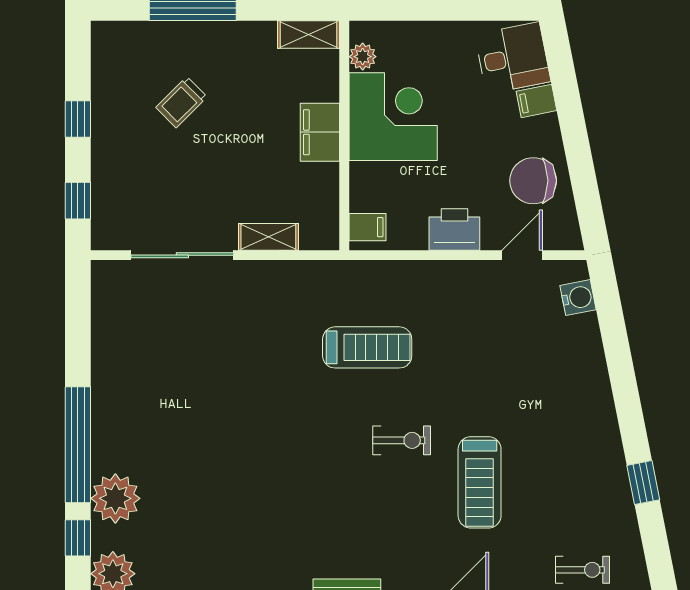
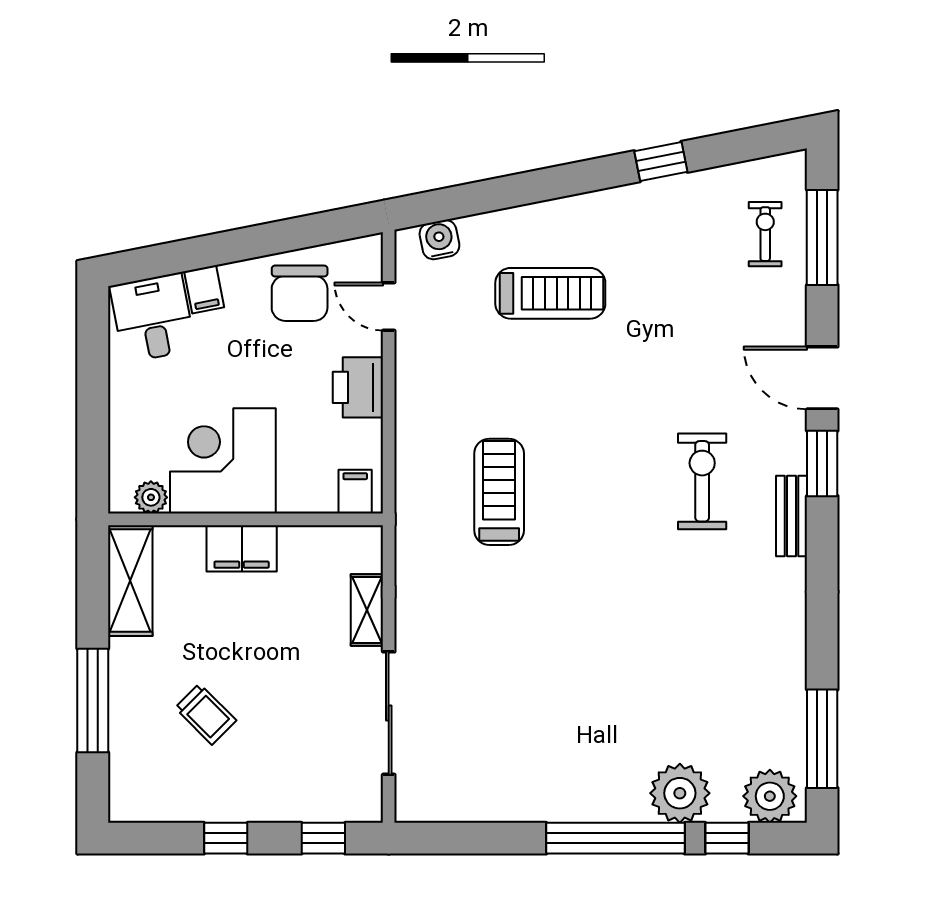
shelving: (309, 35) -> (130, 581), width x1.50, depth x1.33
exercise bike: (402, 440) -> (702, 481), moved, width x1.38, depth x1.39
treadmill: (480, 482) -> (550, 293), moved

